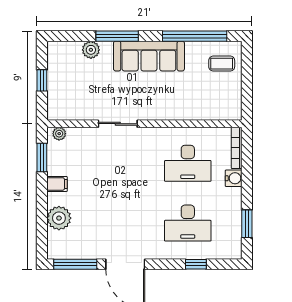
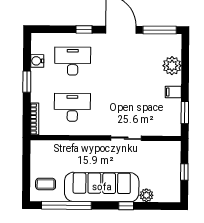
window: (117, 36) -> (126, 206), width x0.46
sofa: (149, 56) -> (102, 187), width x1.36, depth x1.27
plant: (59, 134) -> (171, 131), removed
water cooler: (234, 178) -> (37, 61), moved
window: (247, 224) -> (27, 82), moved
window: (196, 264) -> (84, 29), moved

